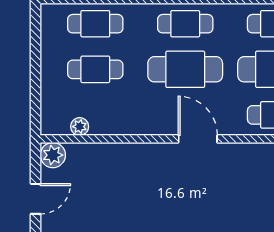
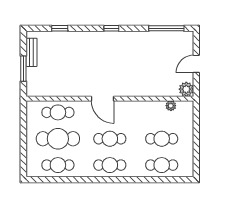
cafe table: (185, 69) -> (110, 139), width x0.73, depth x0.74

